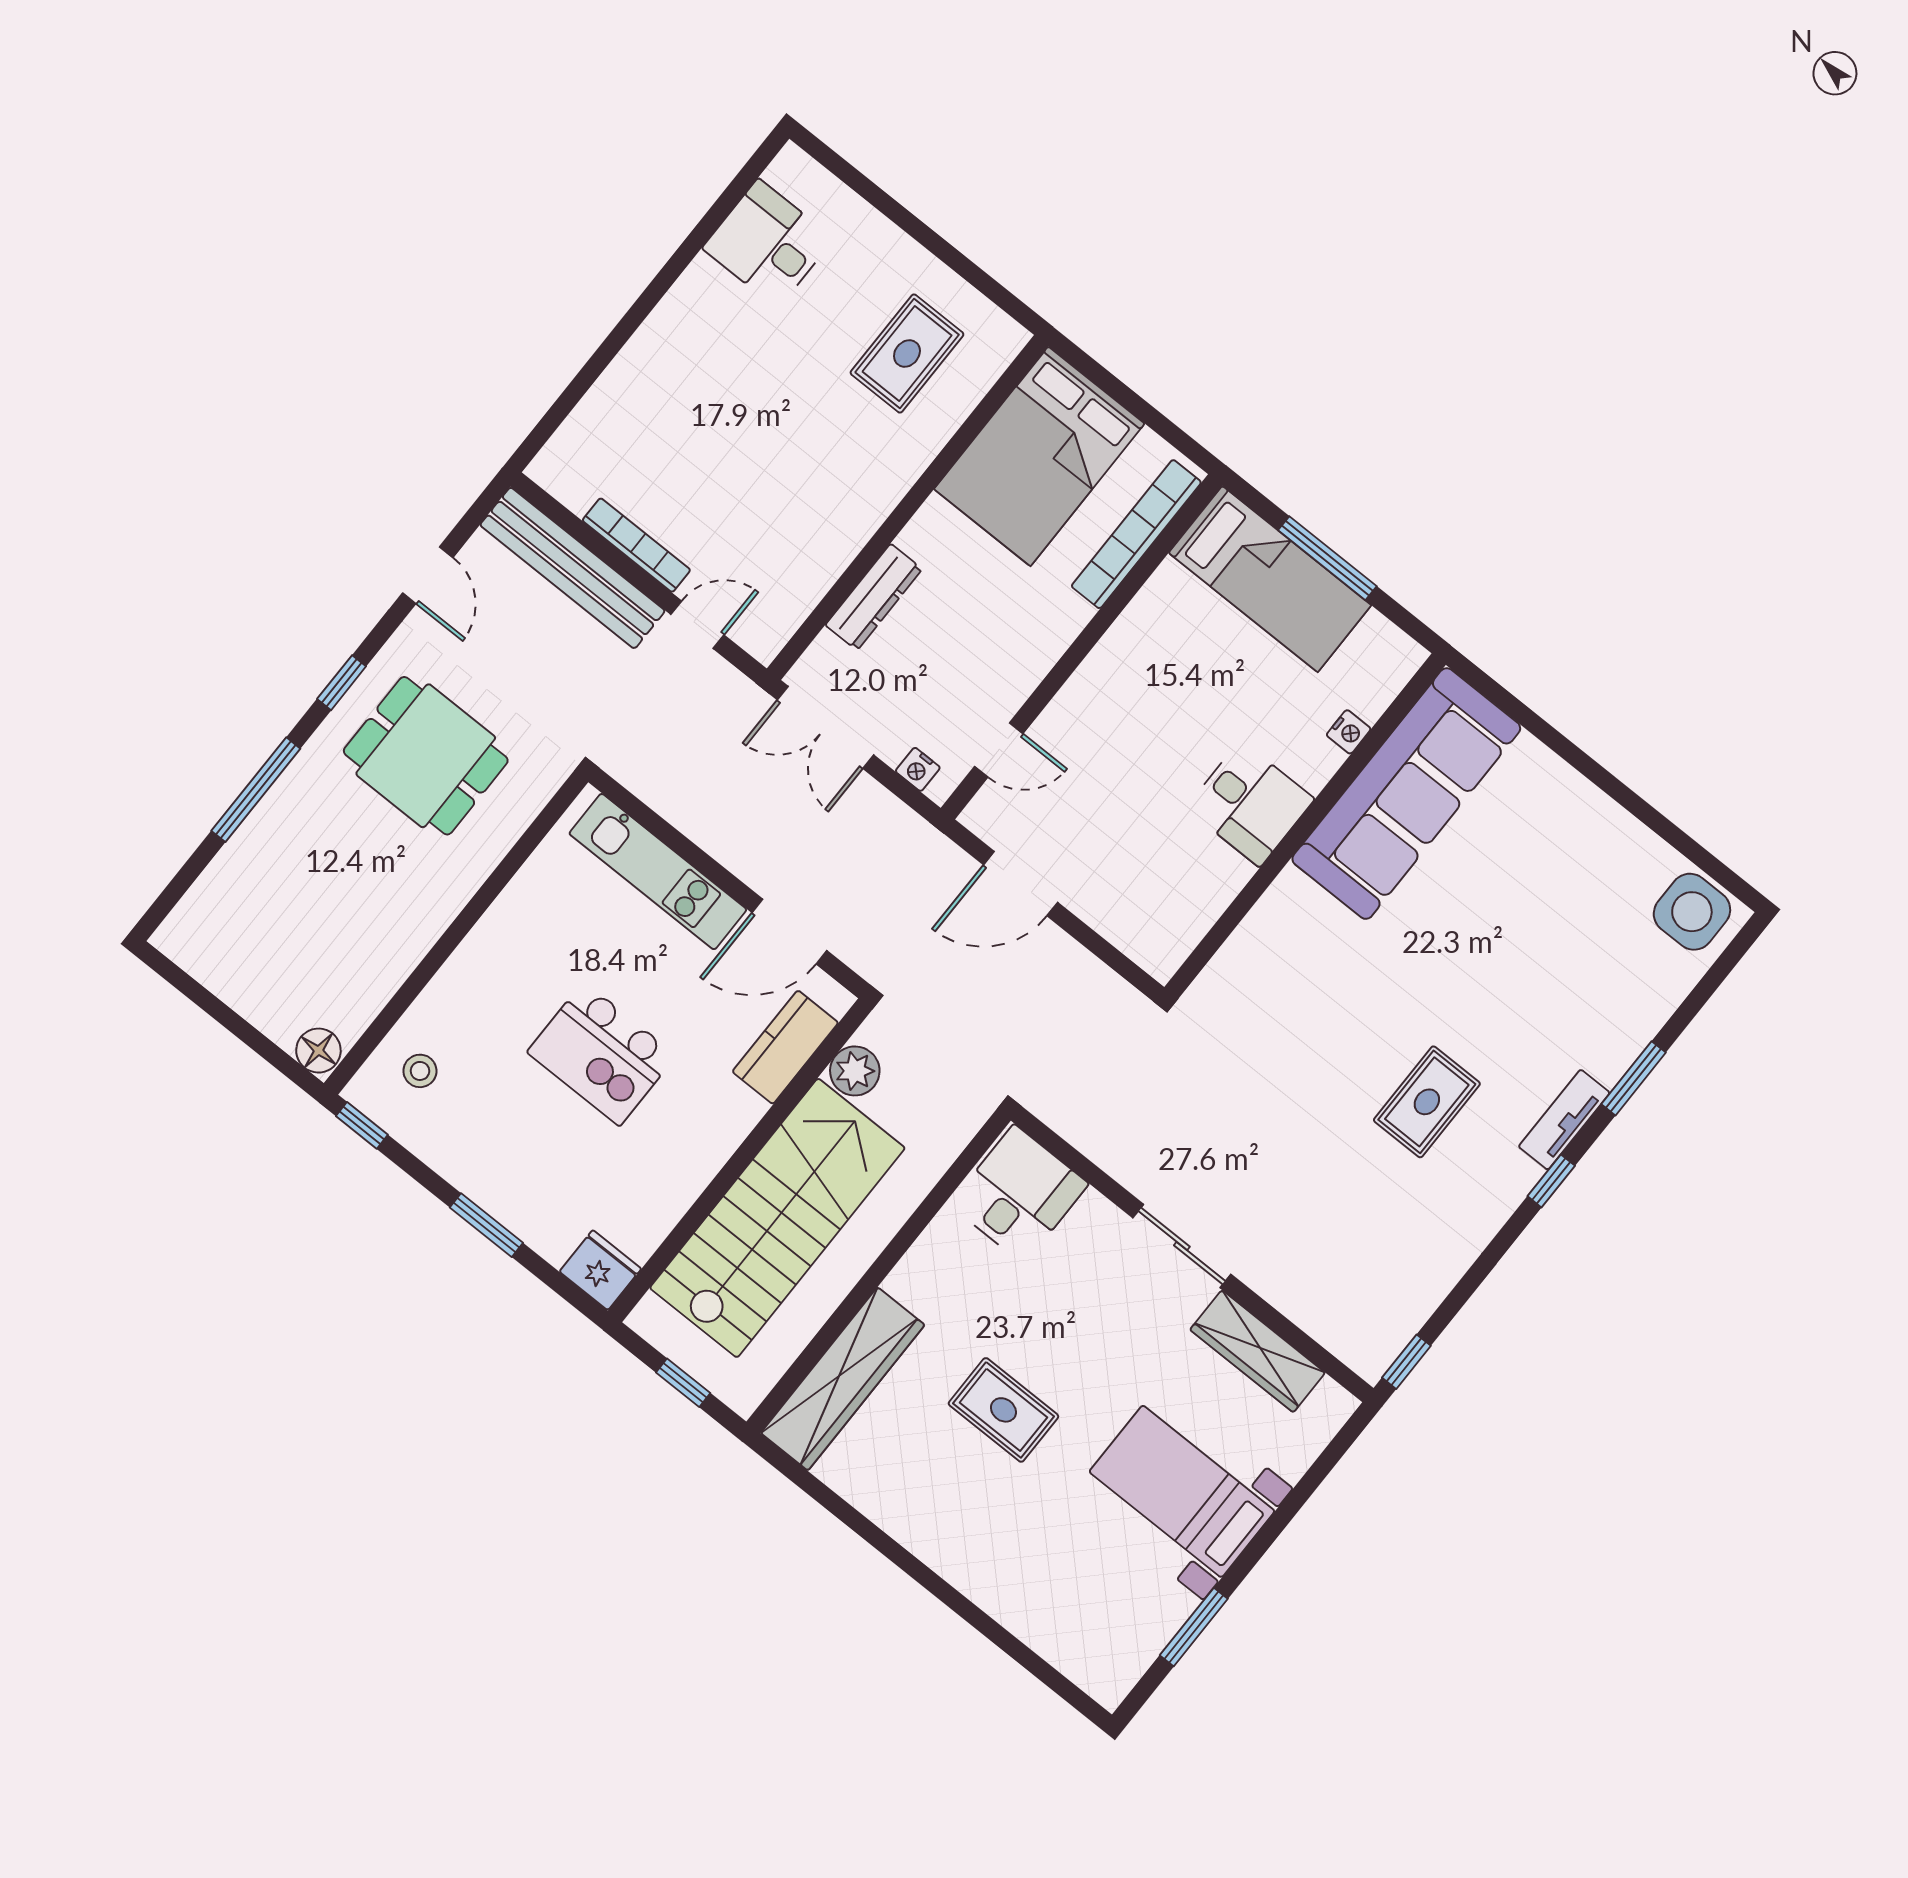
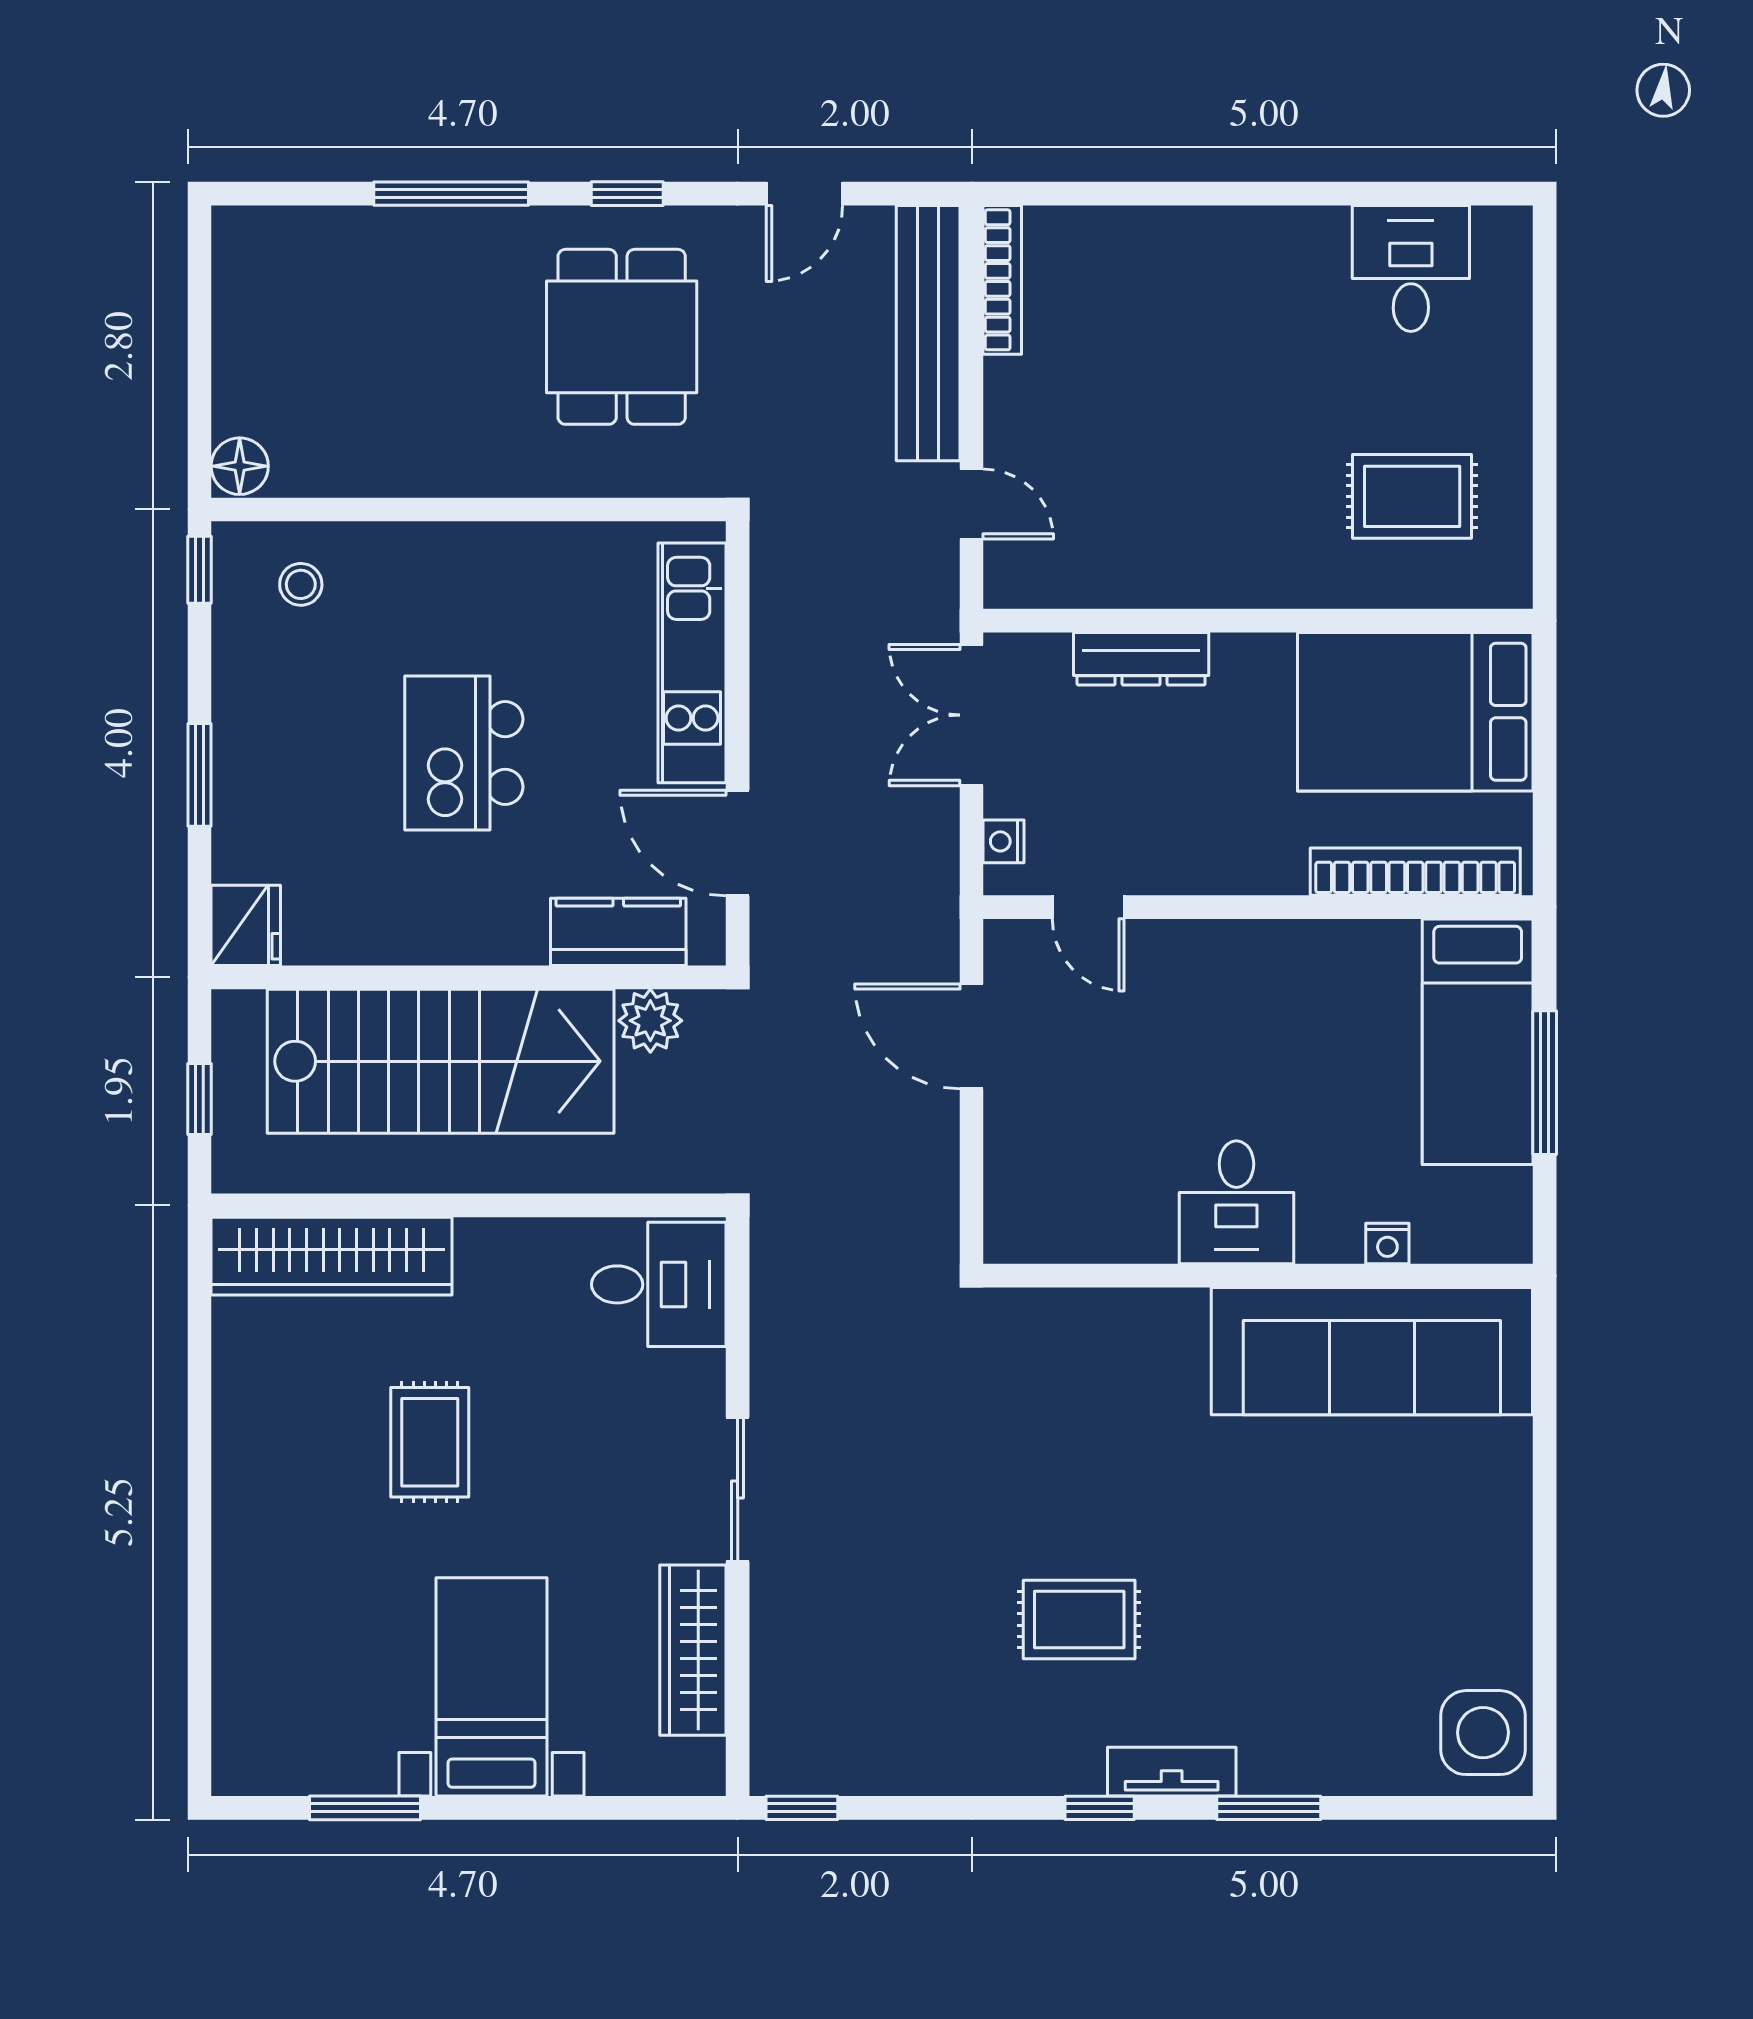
bookcase: (636, 545) -> (1002, 280), moved

